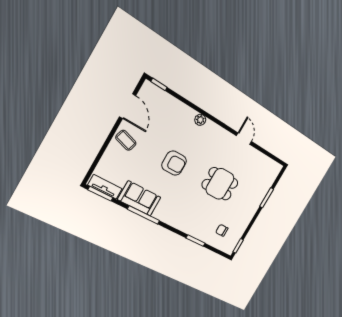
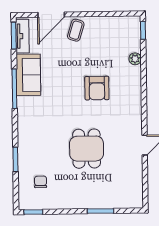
door: (128, 106) -> (51, 15), moved
plant: (200, 120) -> (135, 59), moved
armchair: (174, 163) -> (97, 88), moved

